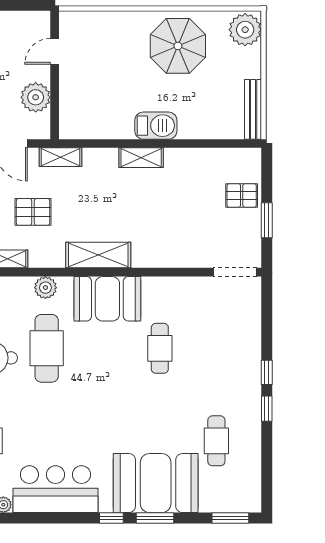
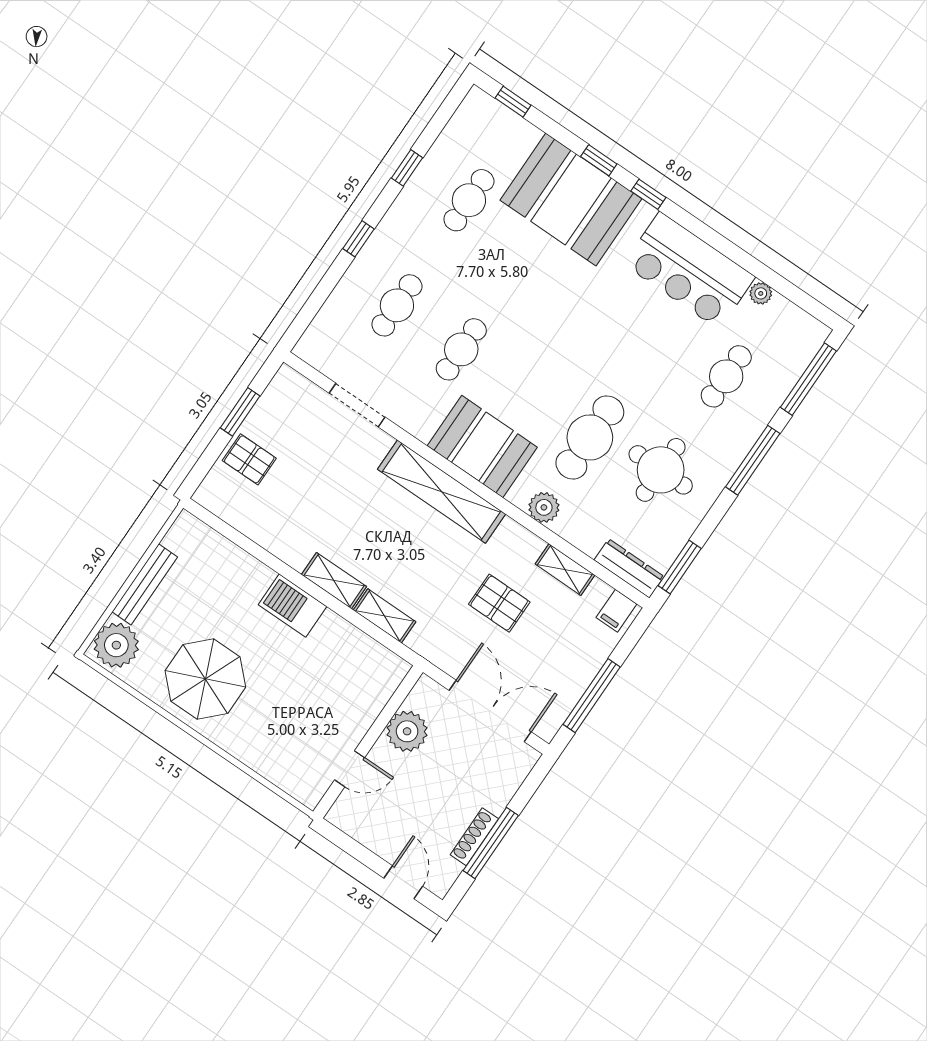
bench: (253, 109) -> (145, 584), moved
shelving: (61, 157) -> (385, 616), moved
shelving: (98, 255) -> (441, 492), width x1.47
doorway: (235, 272) -> (357, 405), moved
cafe table: (216, 348) -> (397, 305), added
window: (267, 409) -> (407, 168), moved
window: (155, 518) -> (599, 160), width x0.67
window: (230, 518) -> (513, 102), width x0.67

